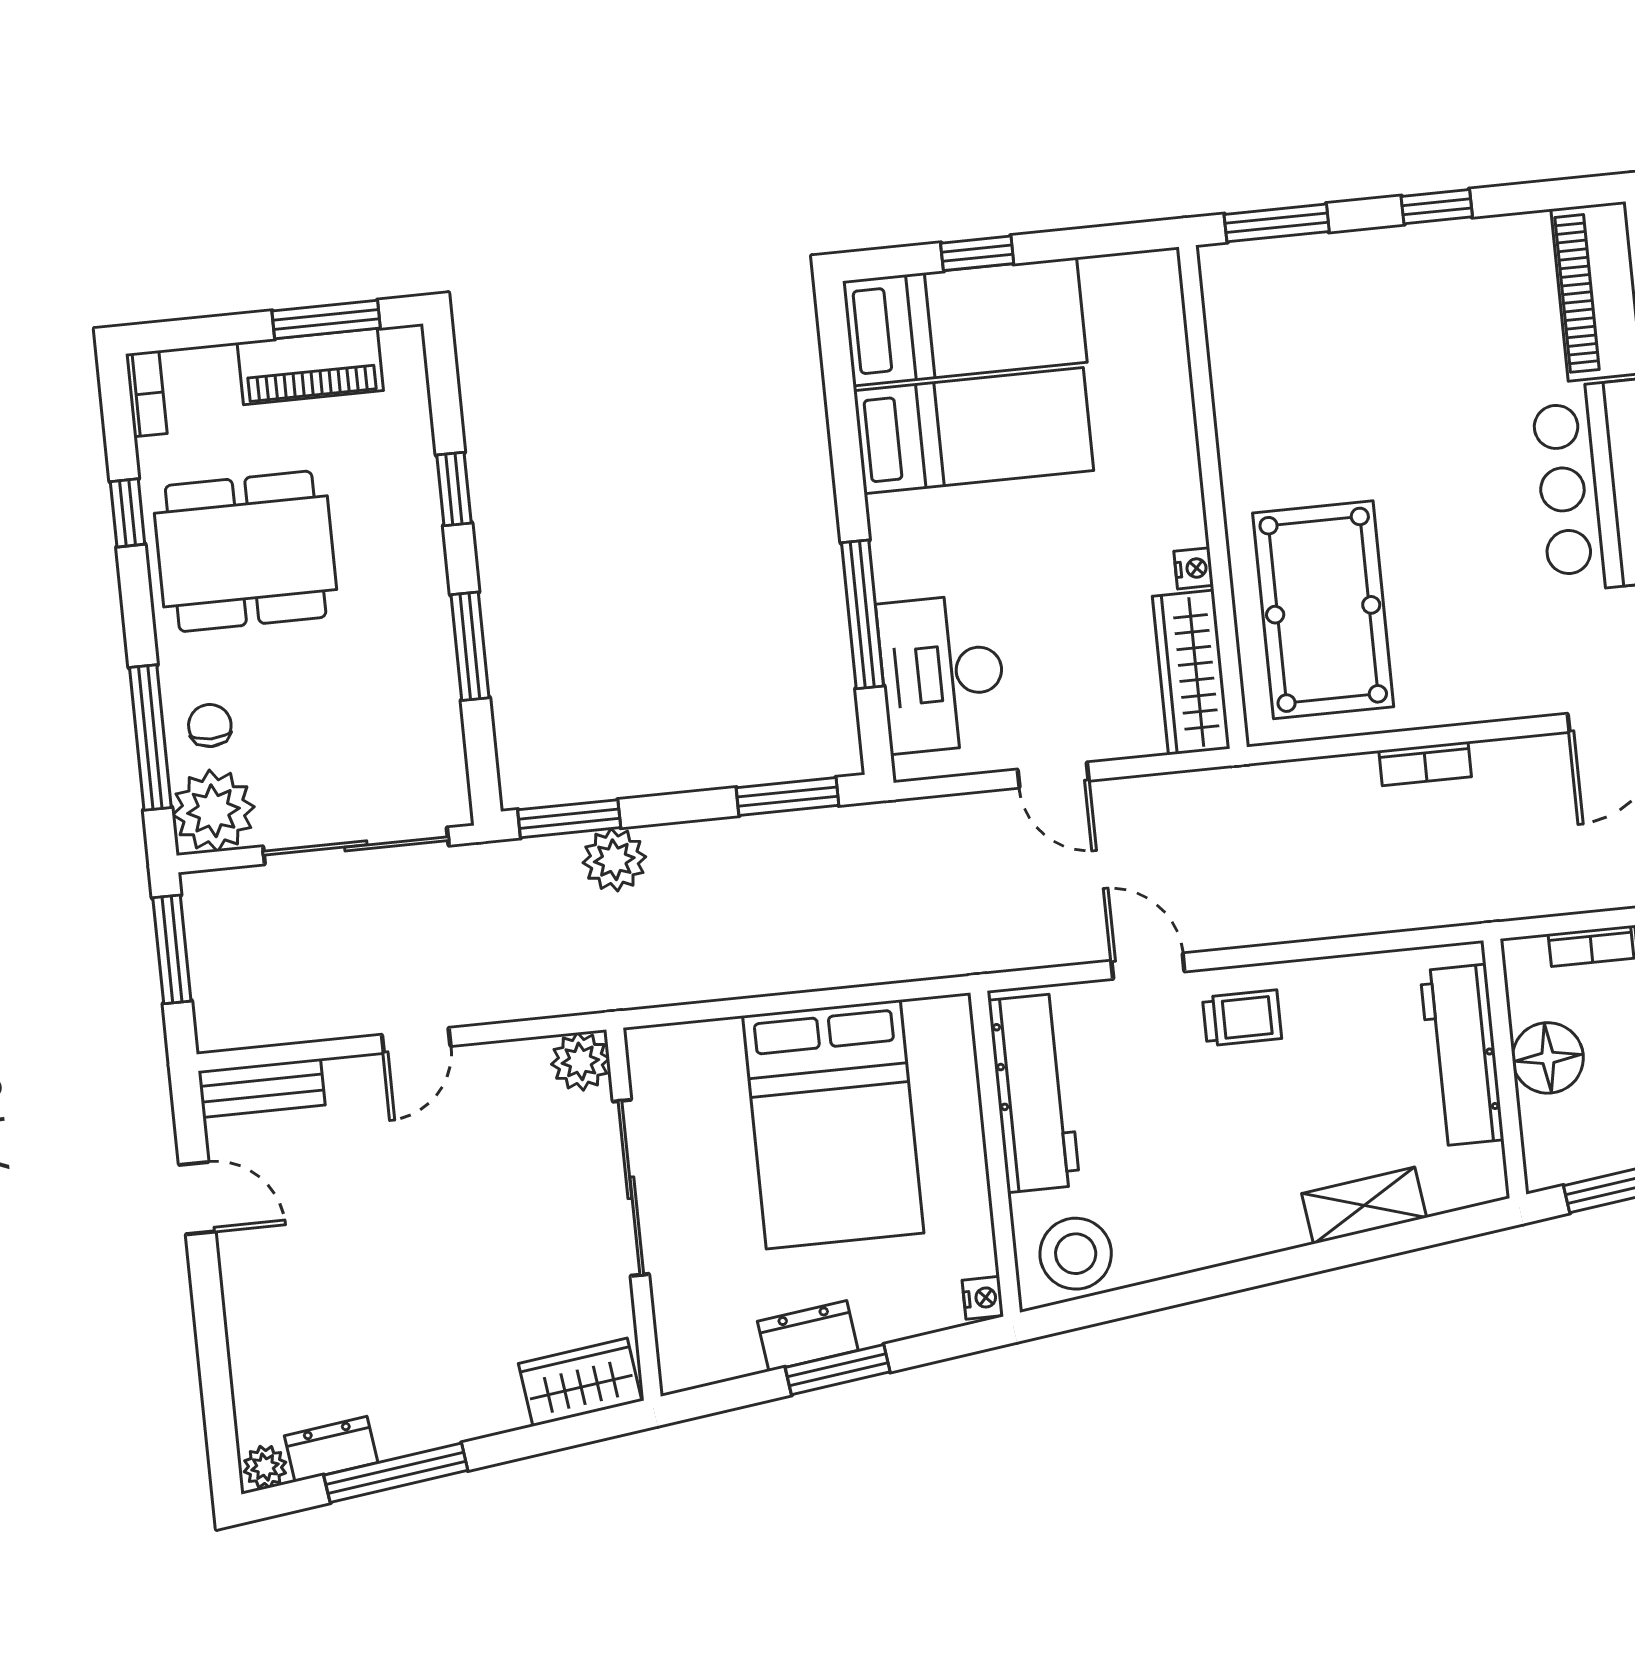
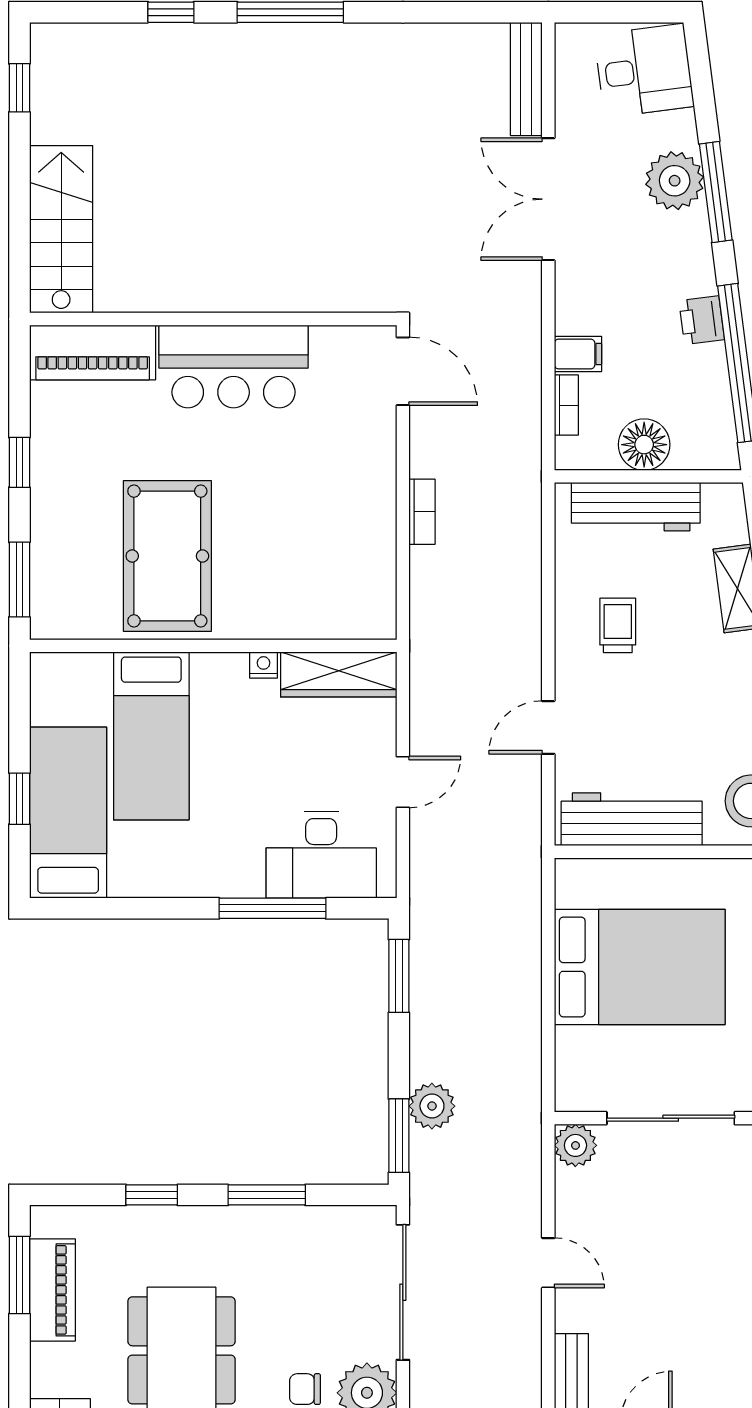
bed: (974, 431) -> (151, 736), moved, turned 180
pool table: (1323, 610) -> (167, 556), moved, turned 90
trolley: (1242, 1018) -> (618, 625), moved

